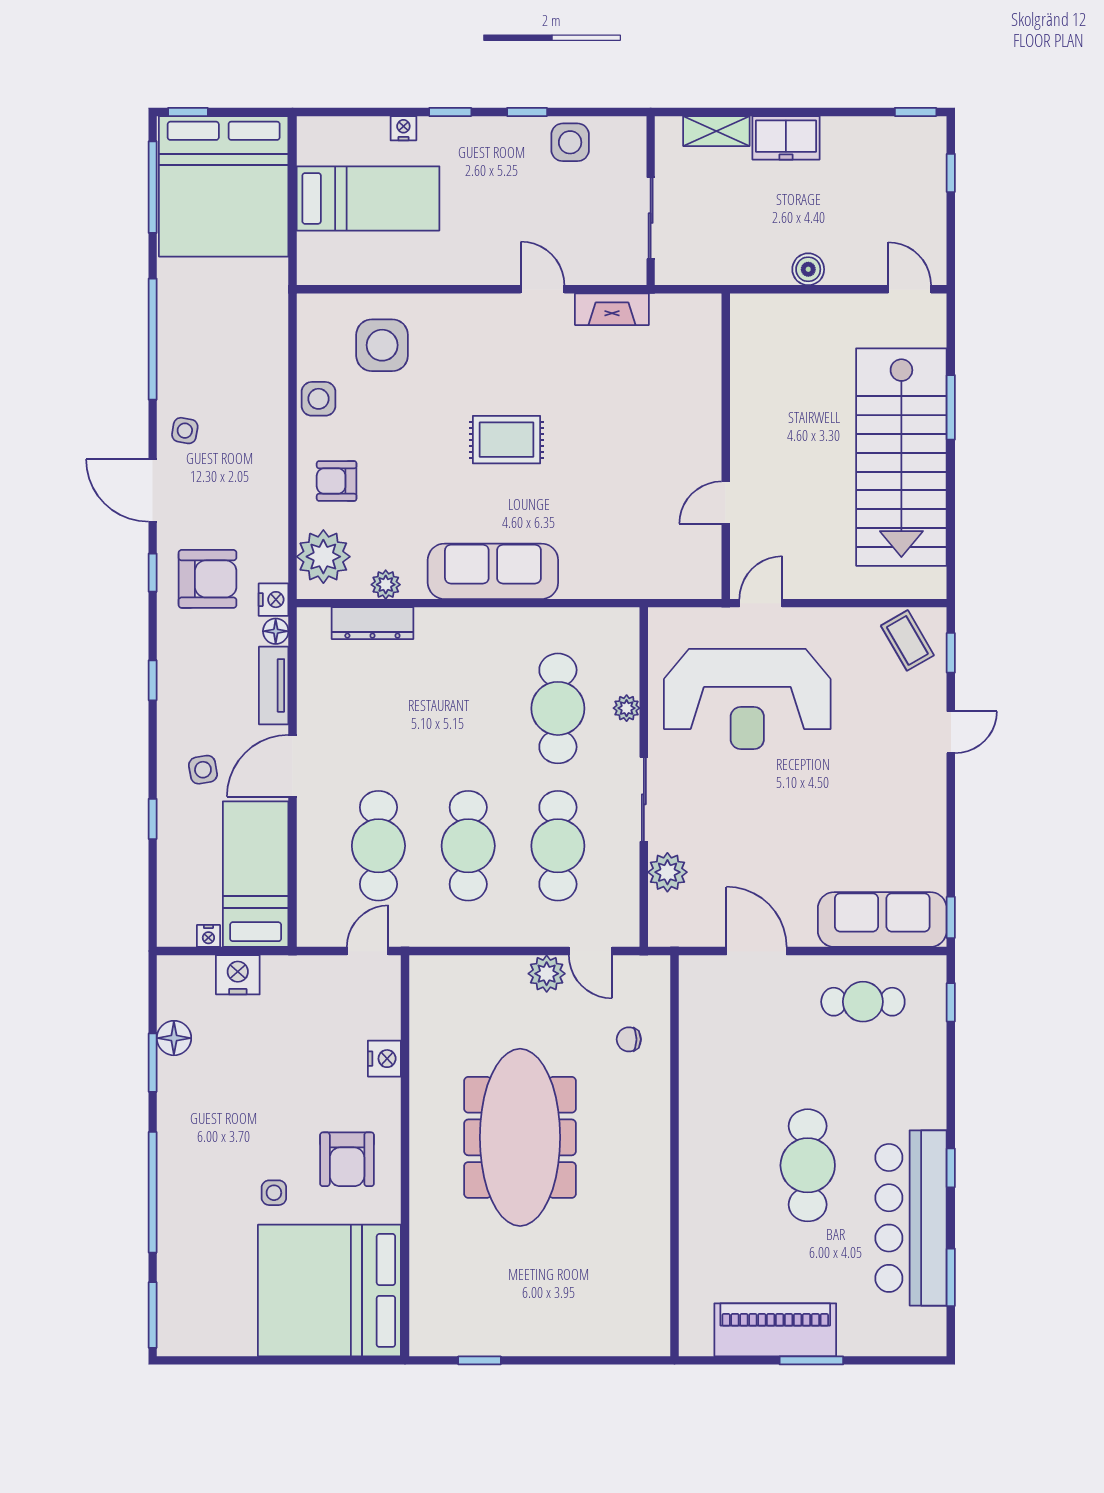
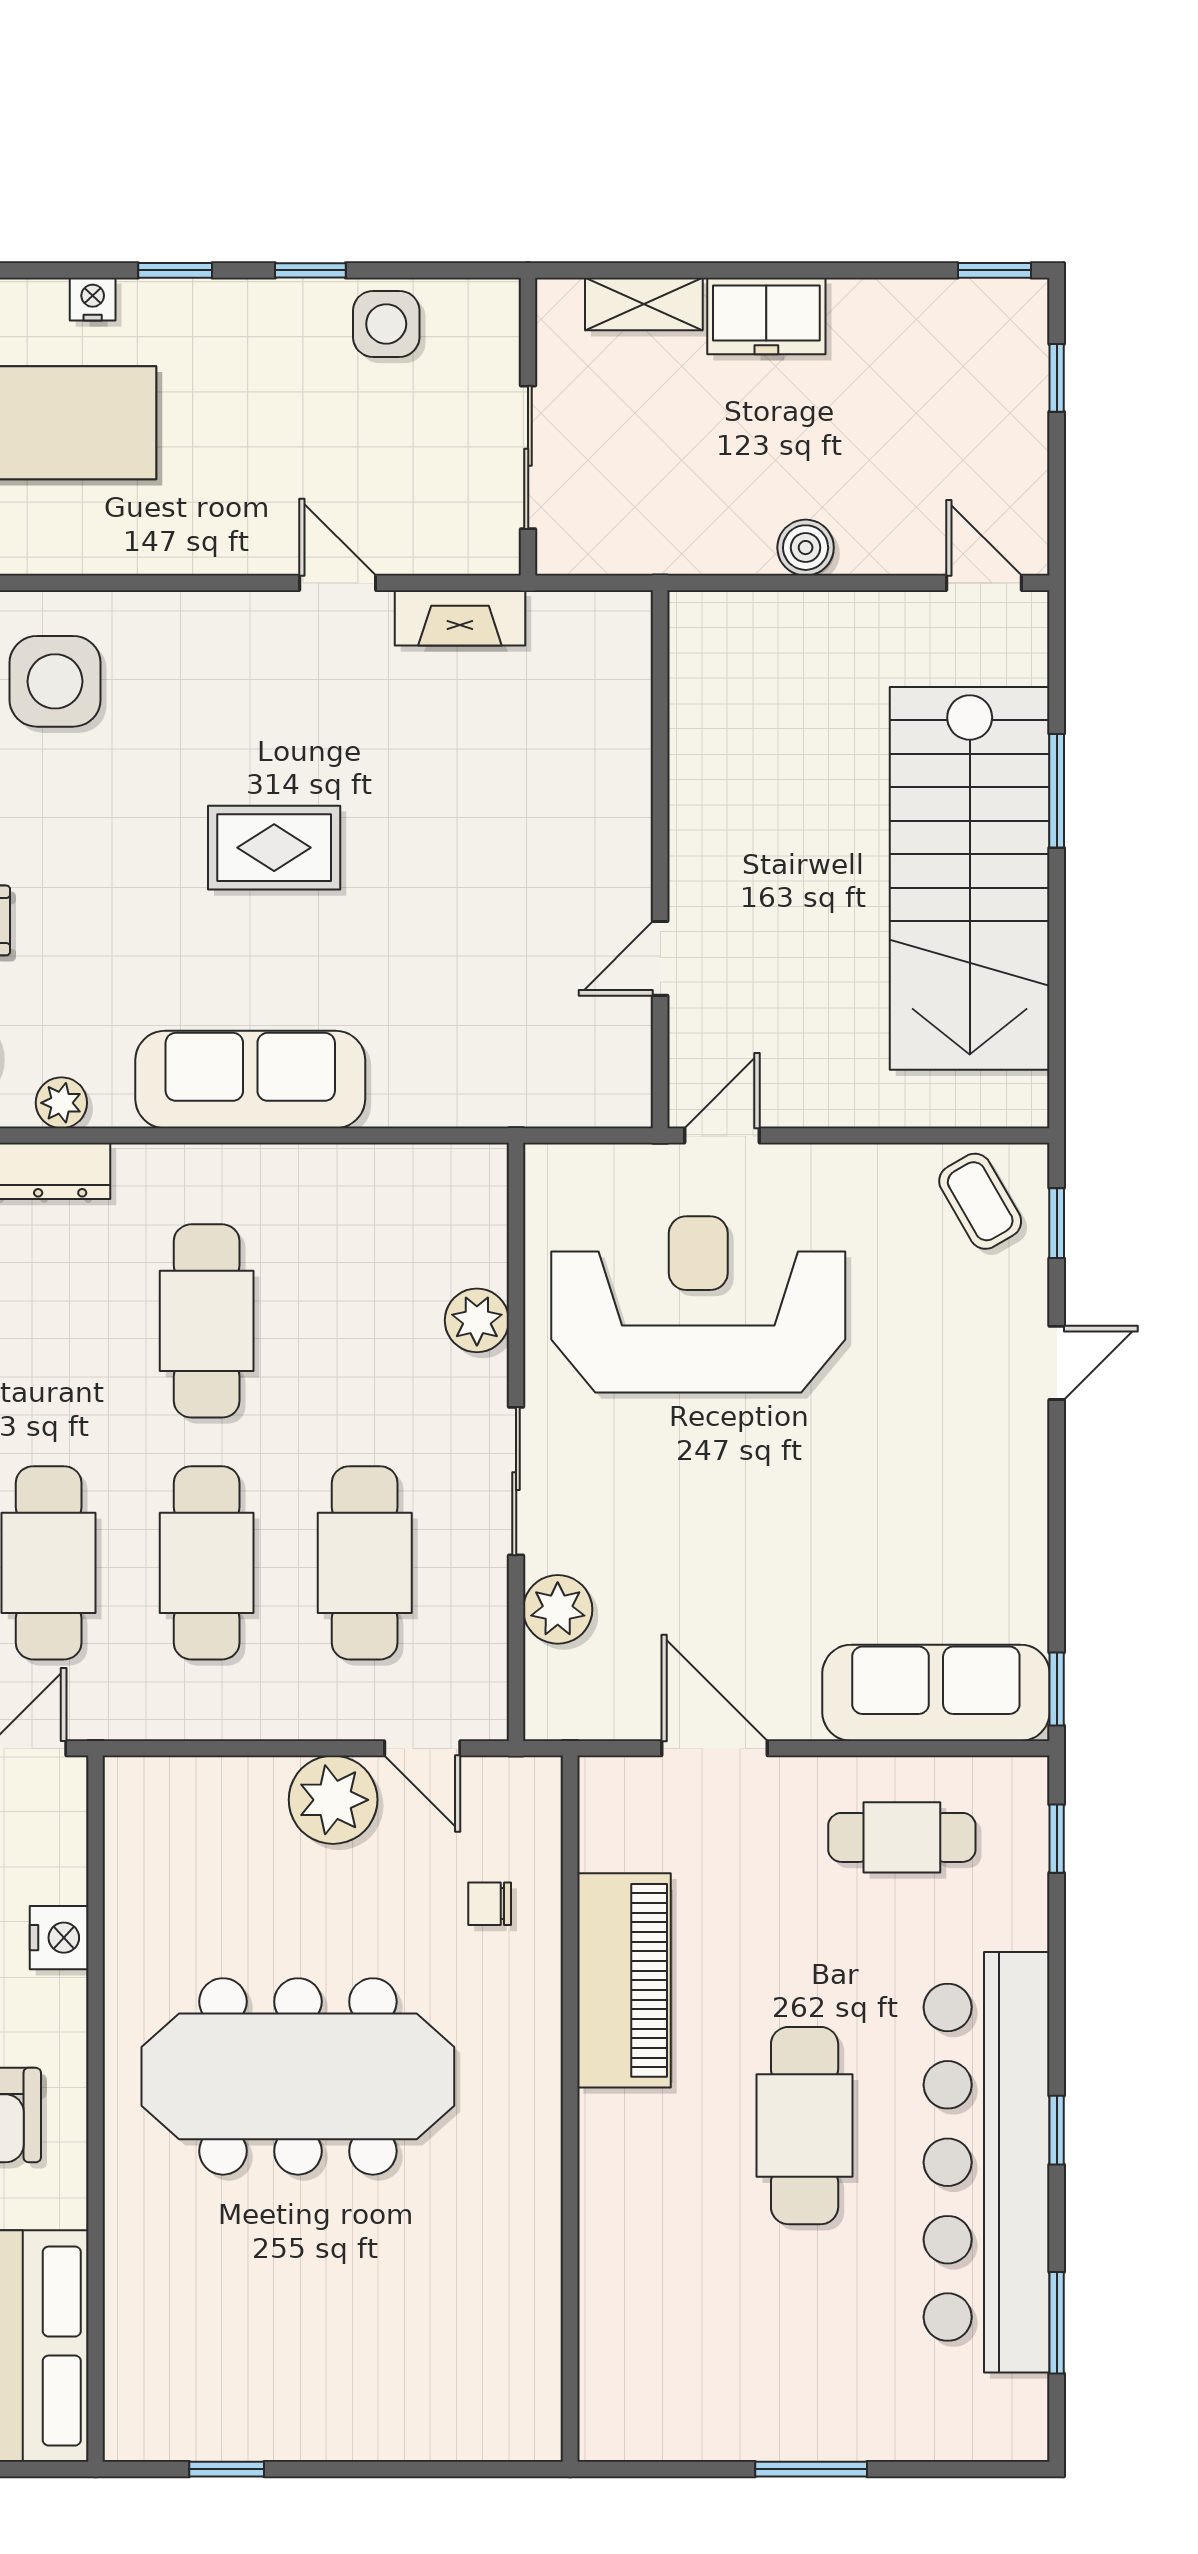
reception desk: (747, 699) -> (698, 1304), turned 180
cafe table: (558, 708) -> (207, 1321), moved
plant: (627, 708) -> (477, 1320), width x1.38, depth x1.38
plant: (547, 974) -> (333, 1800), width x1.36, depth x1.36
meeting table: (520, 1137) -> (298, 2076), turned 90
bar counter: (911, 1218) -> (987, 2162), width x1.36
piano: (775, 1330) -> (624, 1980), moved, turned 90

